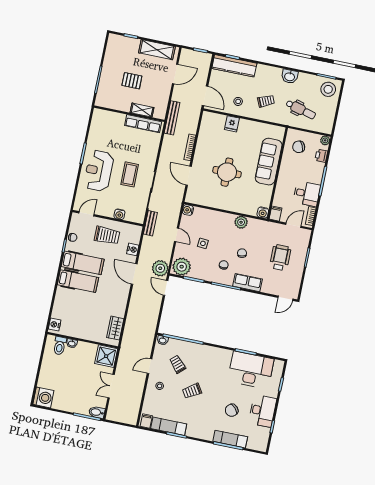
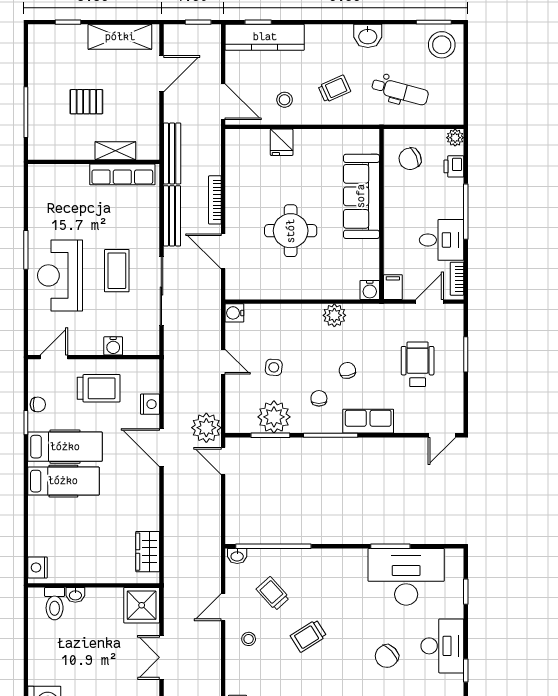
bench: (150, 223) -> (172, 216), moved, width x1.36
plant: (182, 267) -> (274, 417), moved

